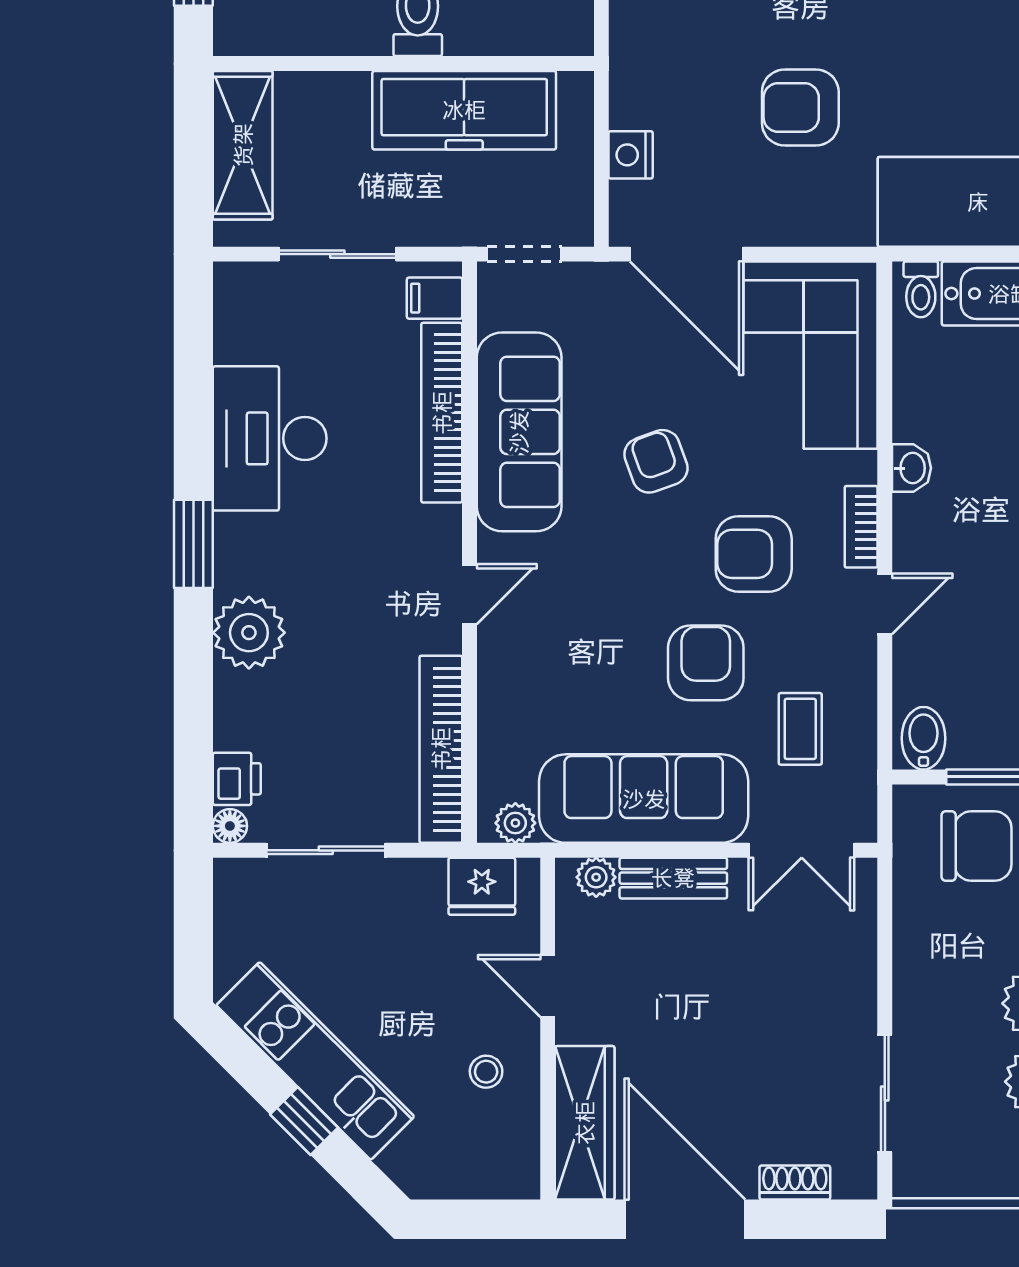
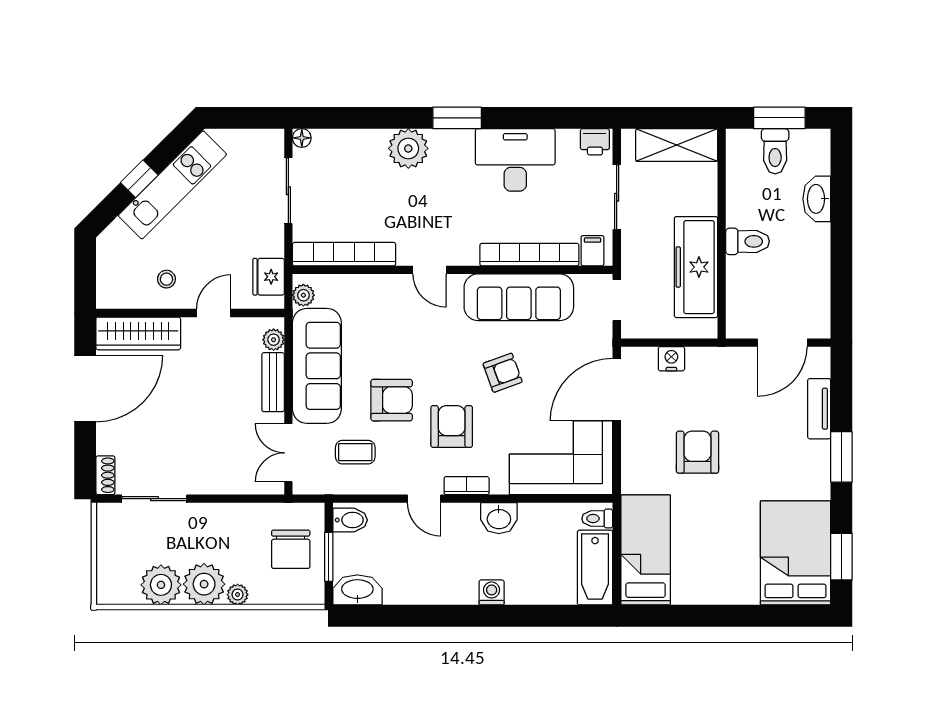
washbasin: (911, 468) -> (499, 518), width x1.38, depth x1.45
printer: (237, 779) -> (595, 142), moved
shoe rack: (795, 1183) -> (105, 475), moved

